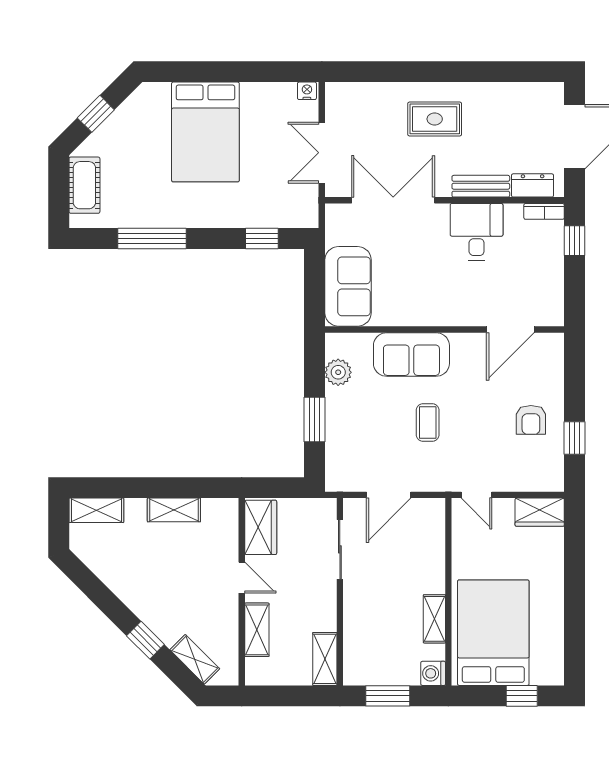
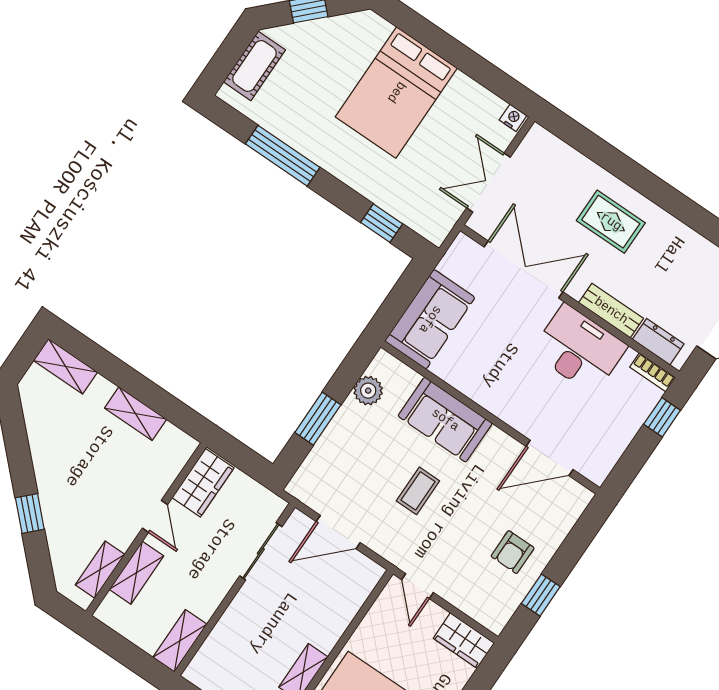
desk: (477, 232) -> (579, 349), width x1.37
shelving: (195, 659) -> (100, 570), moved, turned 45

